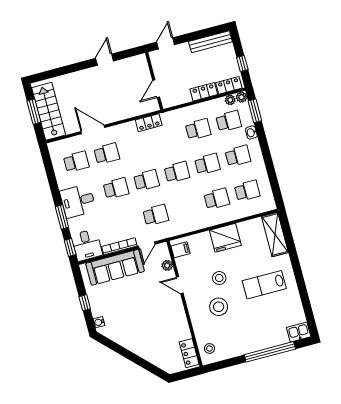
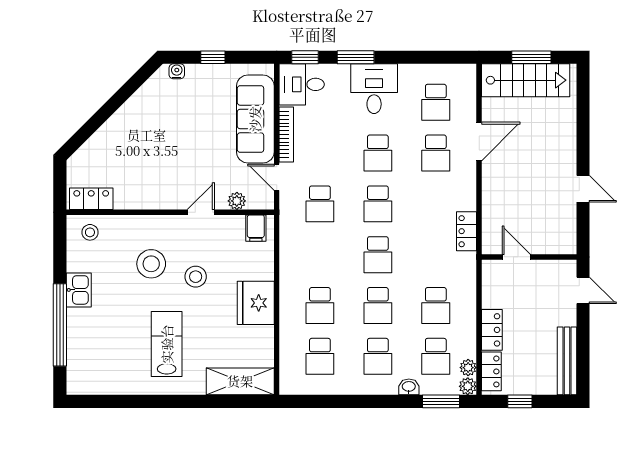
kitchen sink: (299, 332) -> (79, 290), moved

